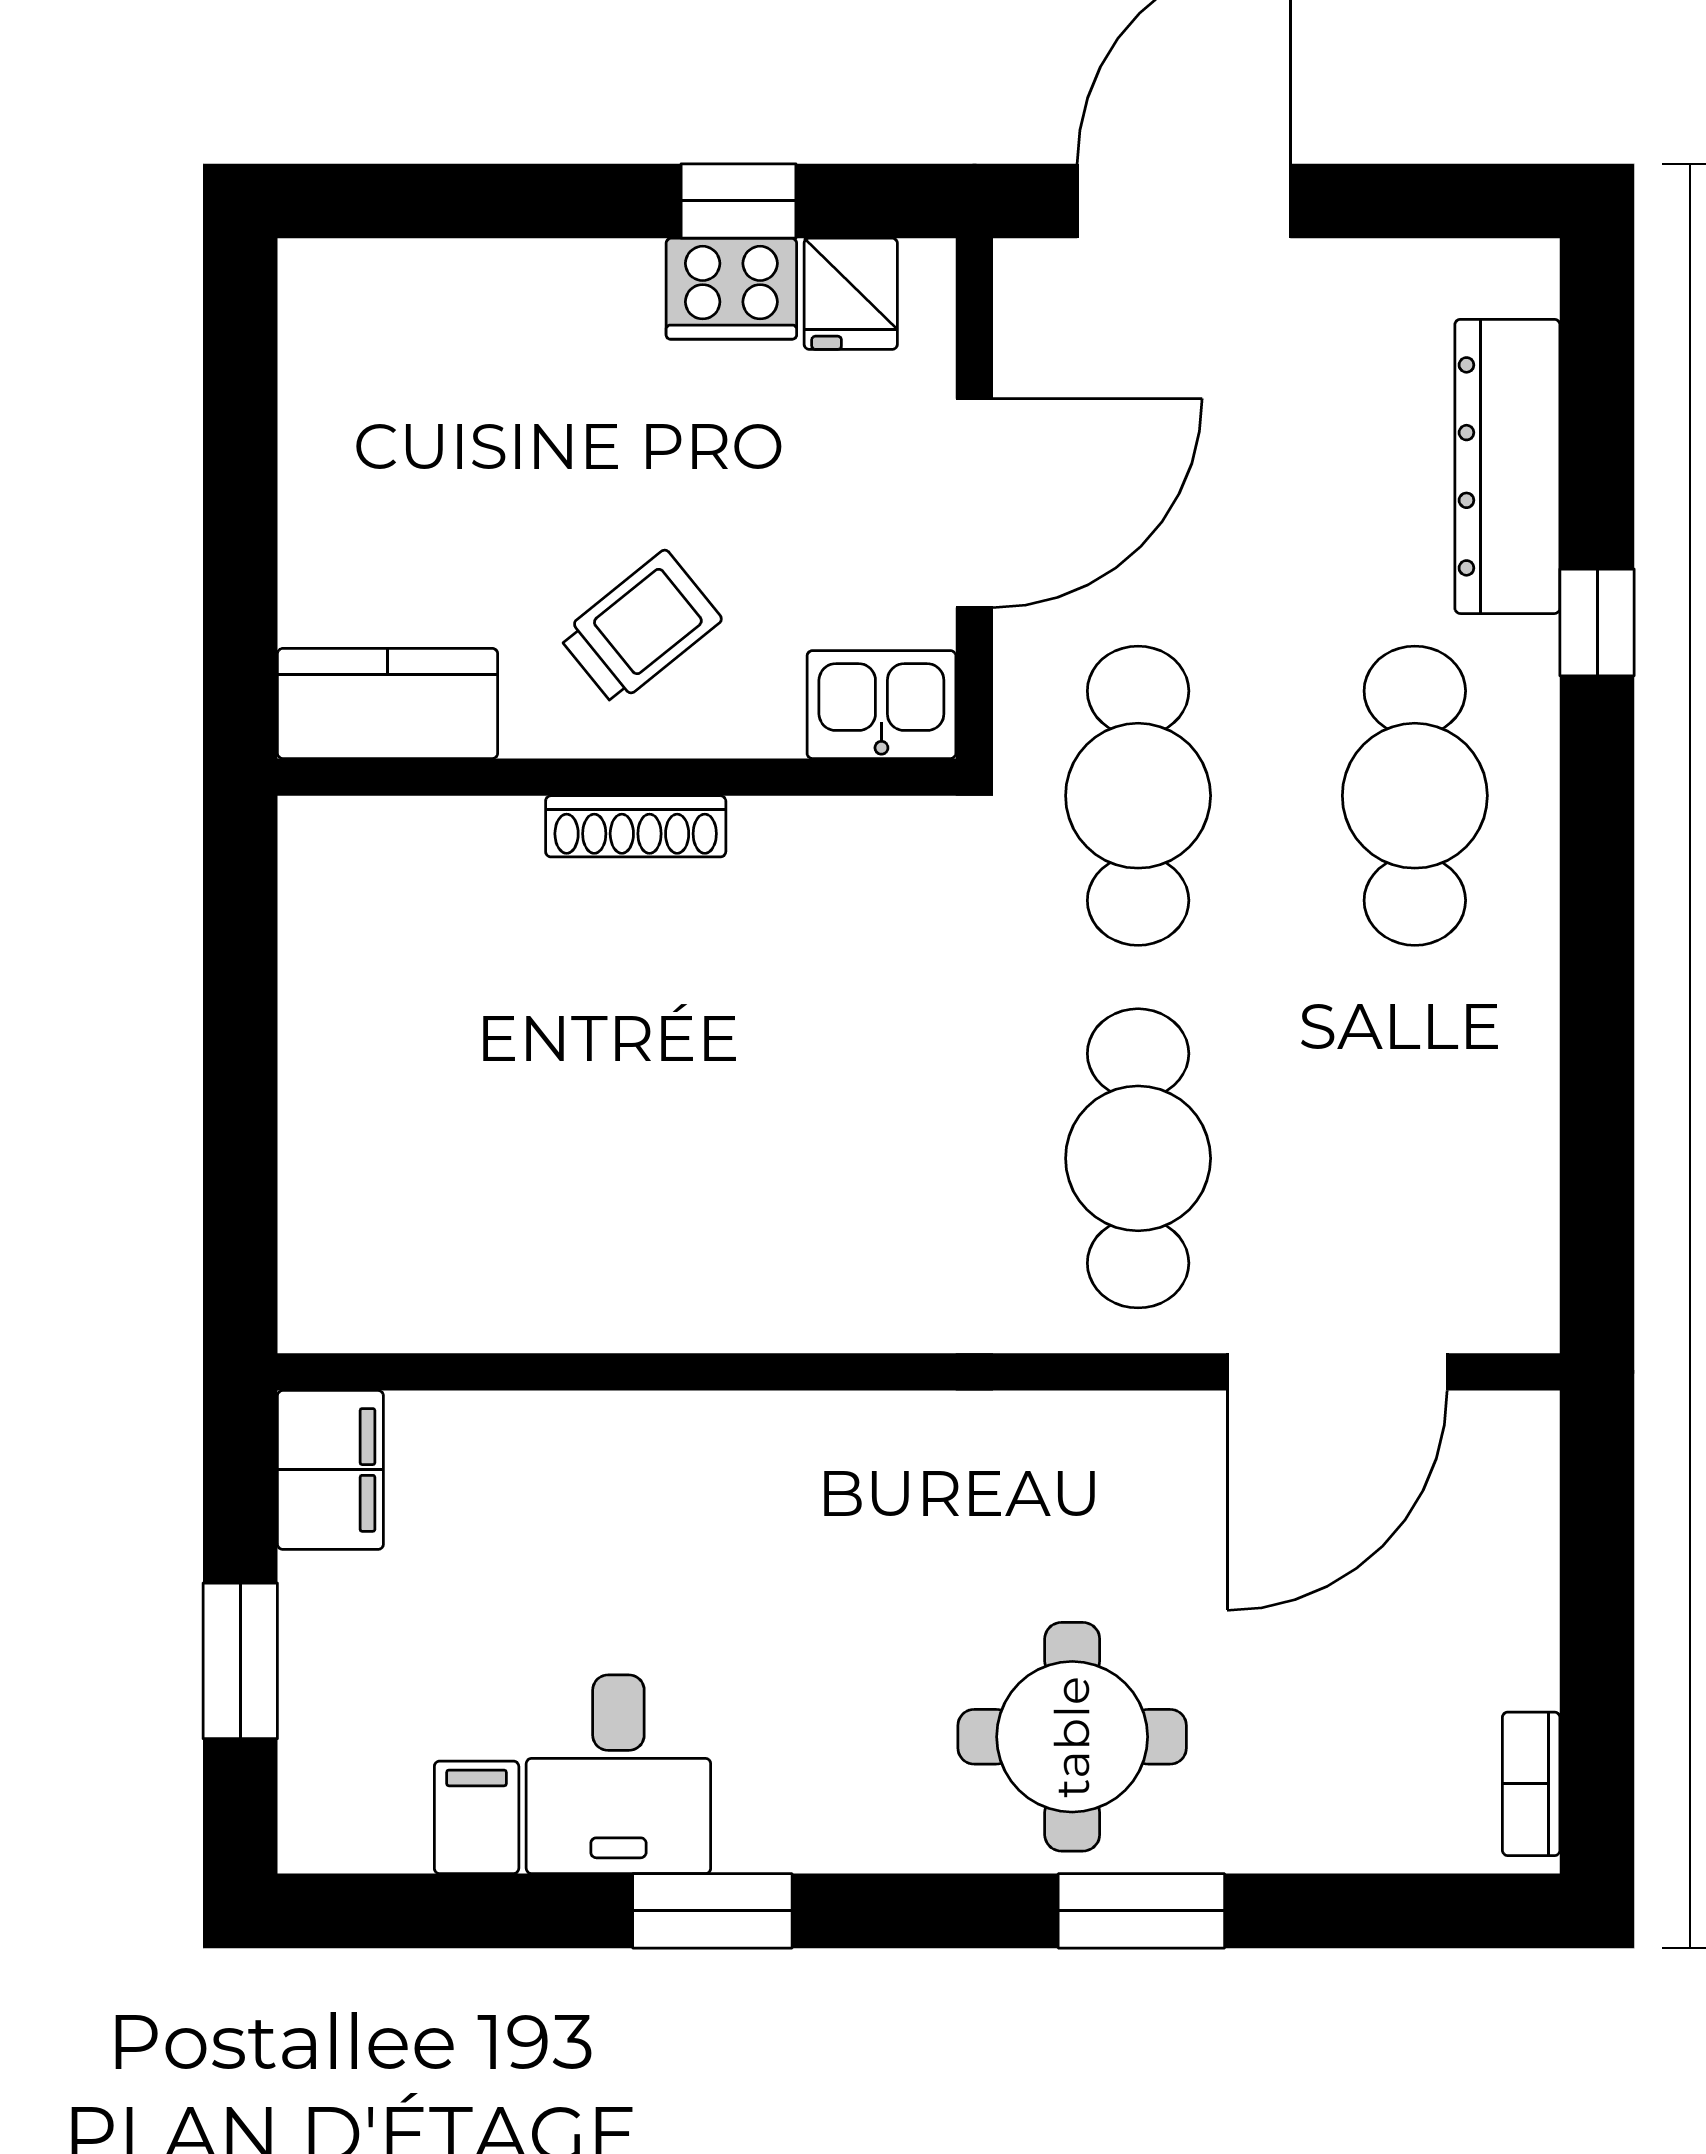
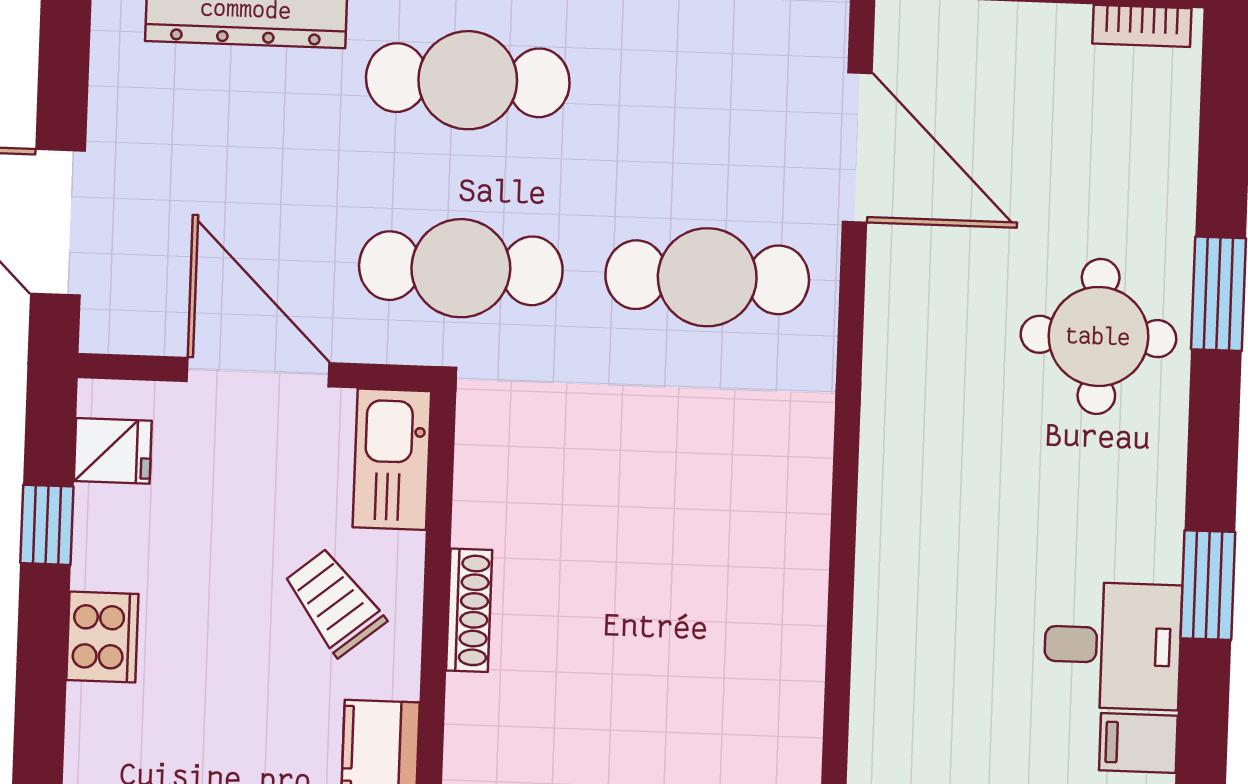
cooker: (731, 289) -> (102, 637), moved
kitchen sink: (881, 705) -> (392, 459), width x1.38

